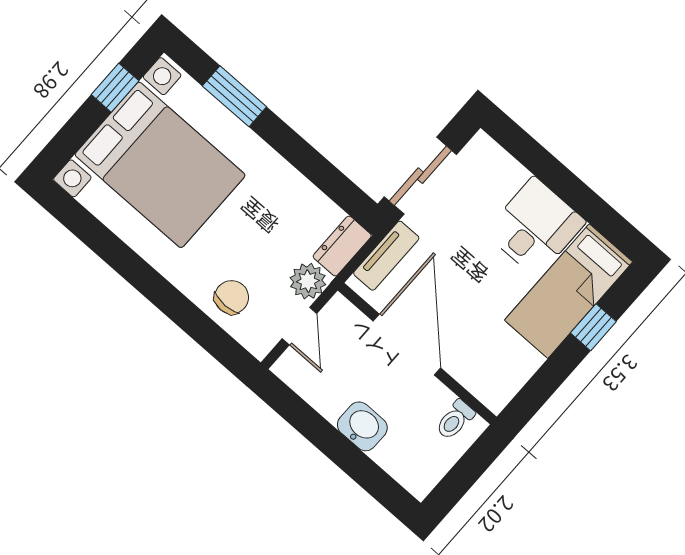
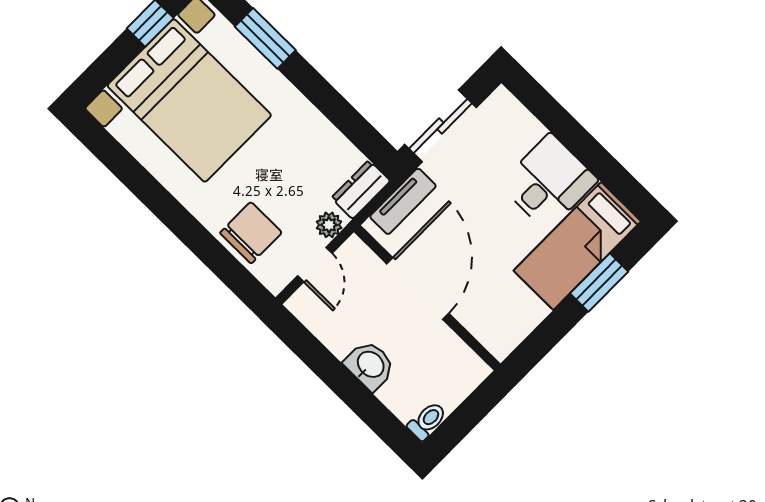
plant: (308, 281) -> (329, 225), width x0.73, depth x0.73
chair: (232, 297) -> (251, 233), width x1.37, depth x1.37
window: (593, 327) -> (599, 282), width x1.50
toilet: (455, 420) -> (427, 421), moved, turned 180

